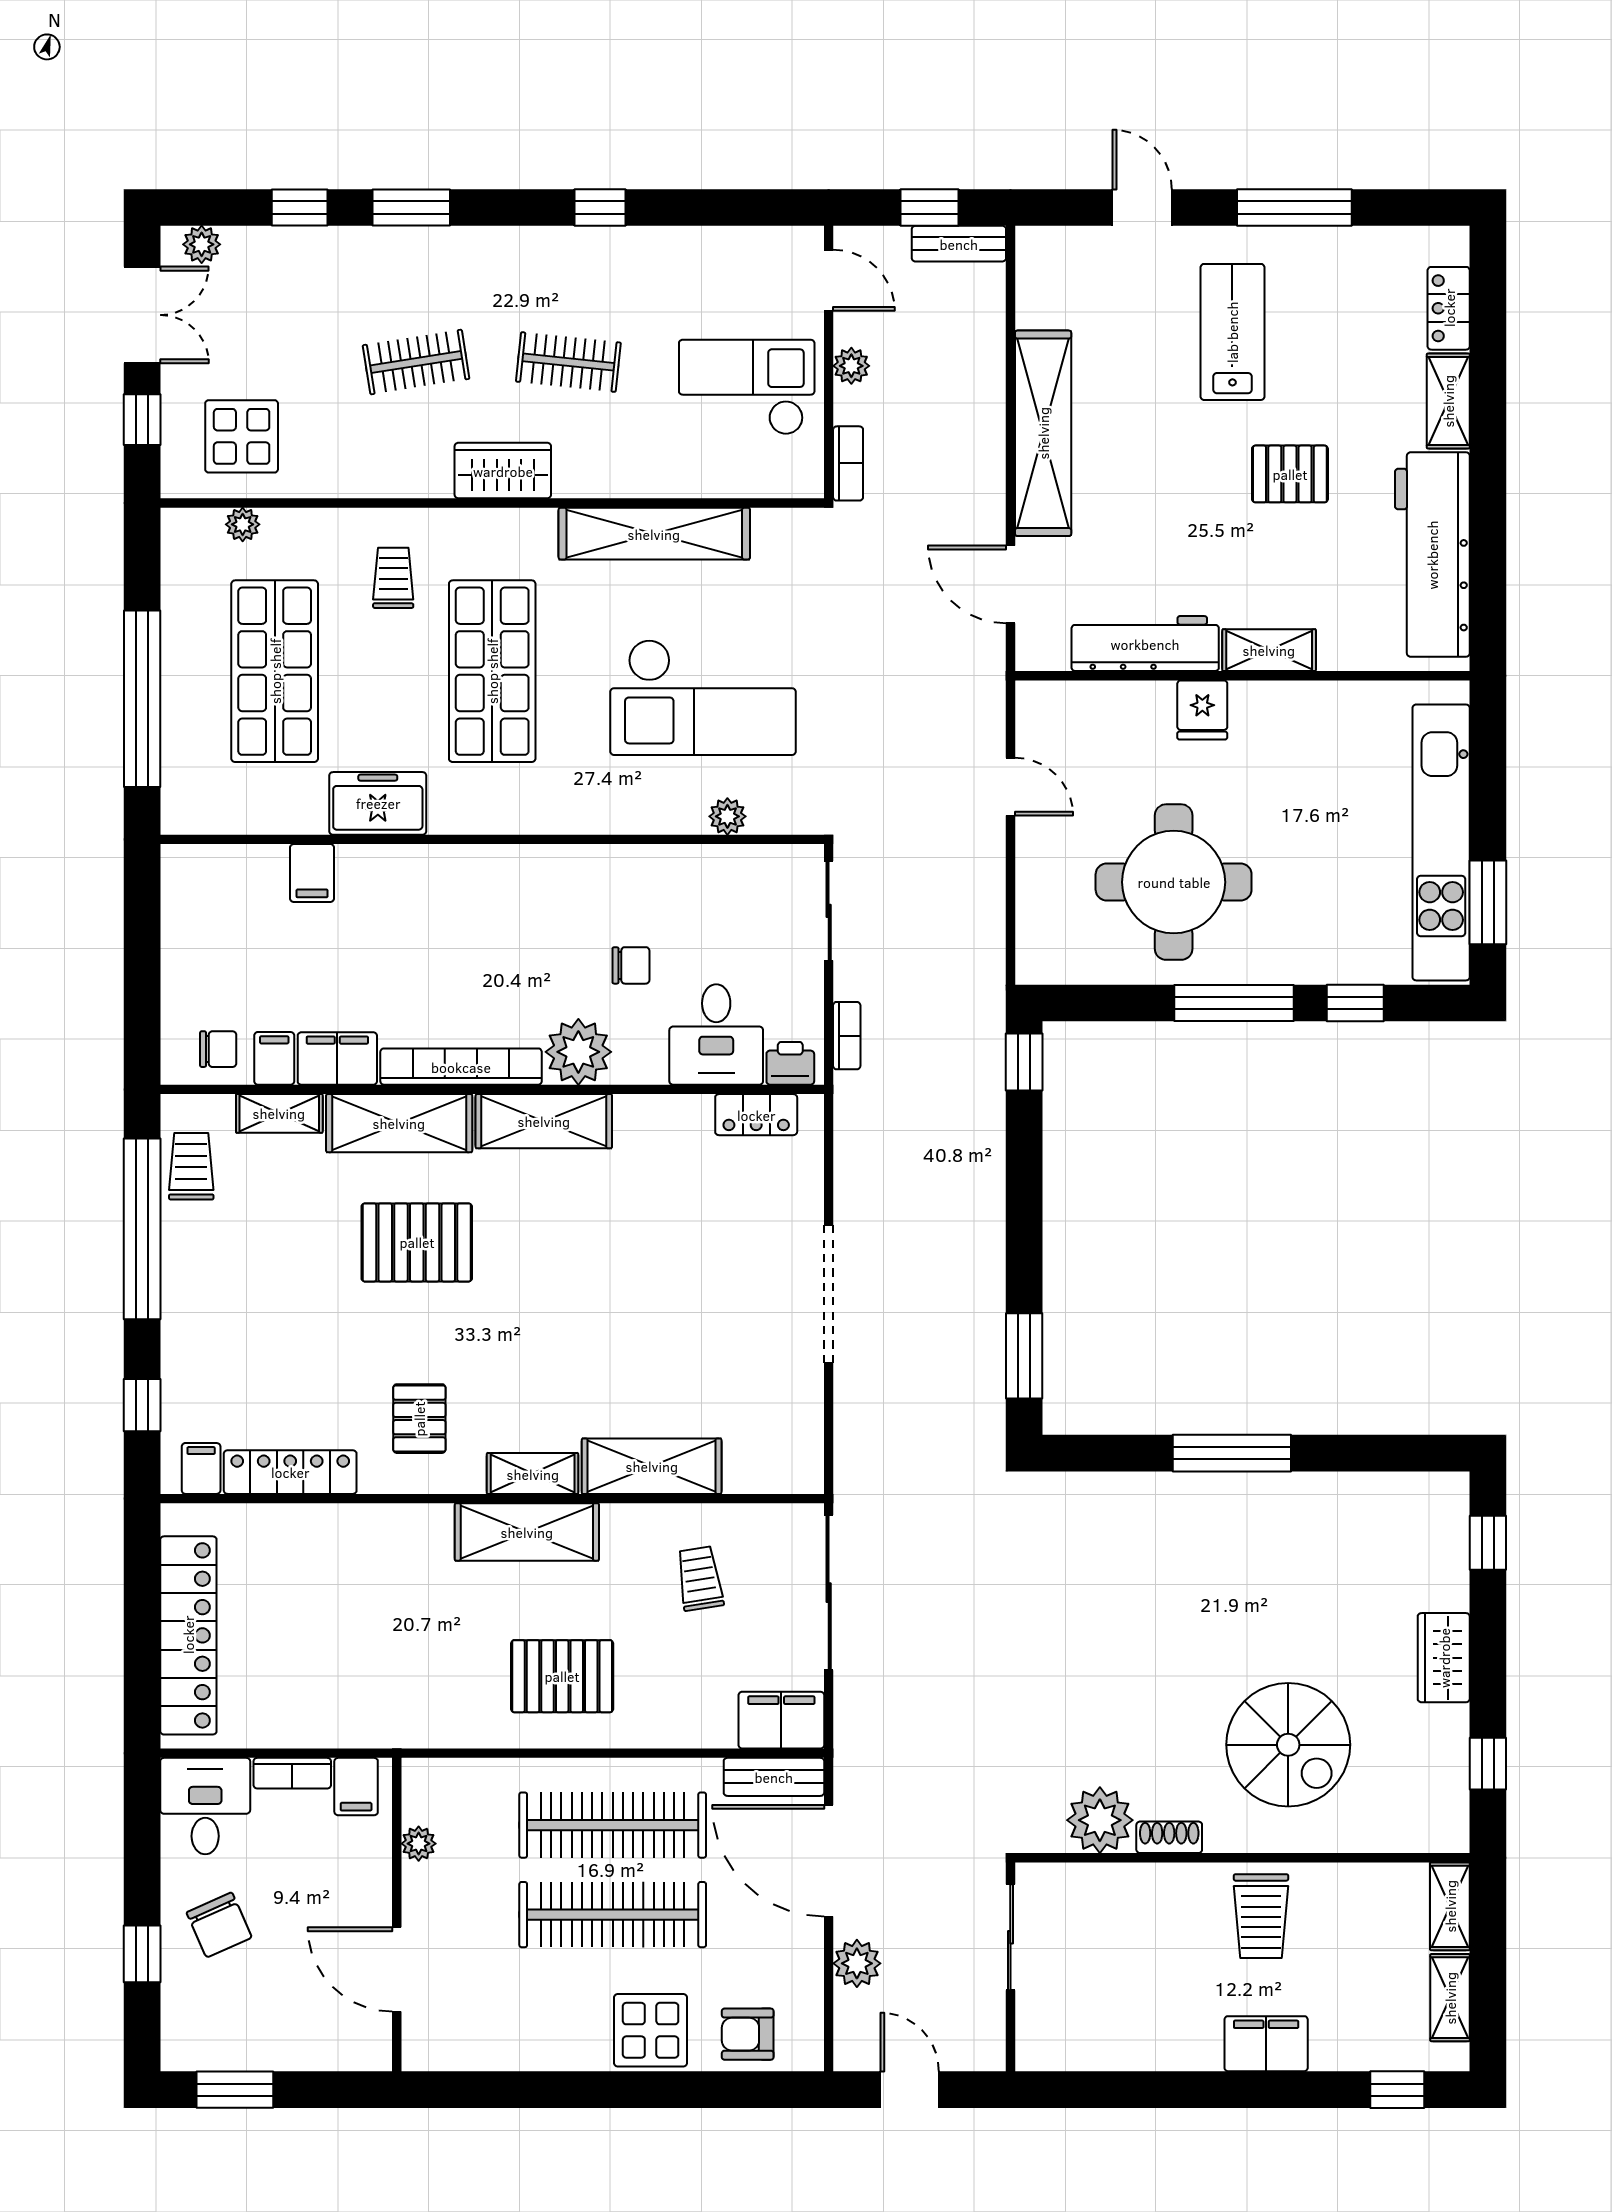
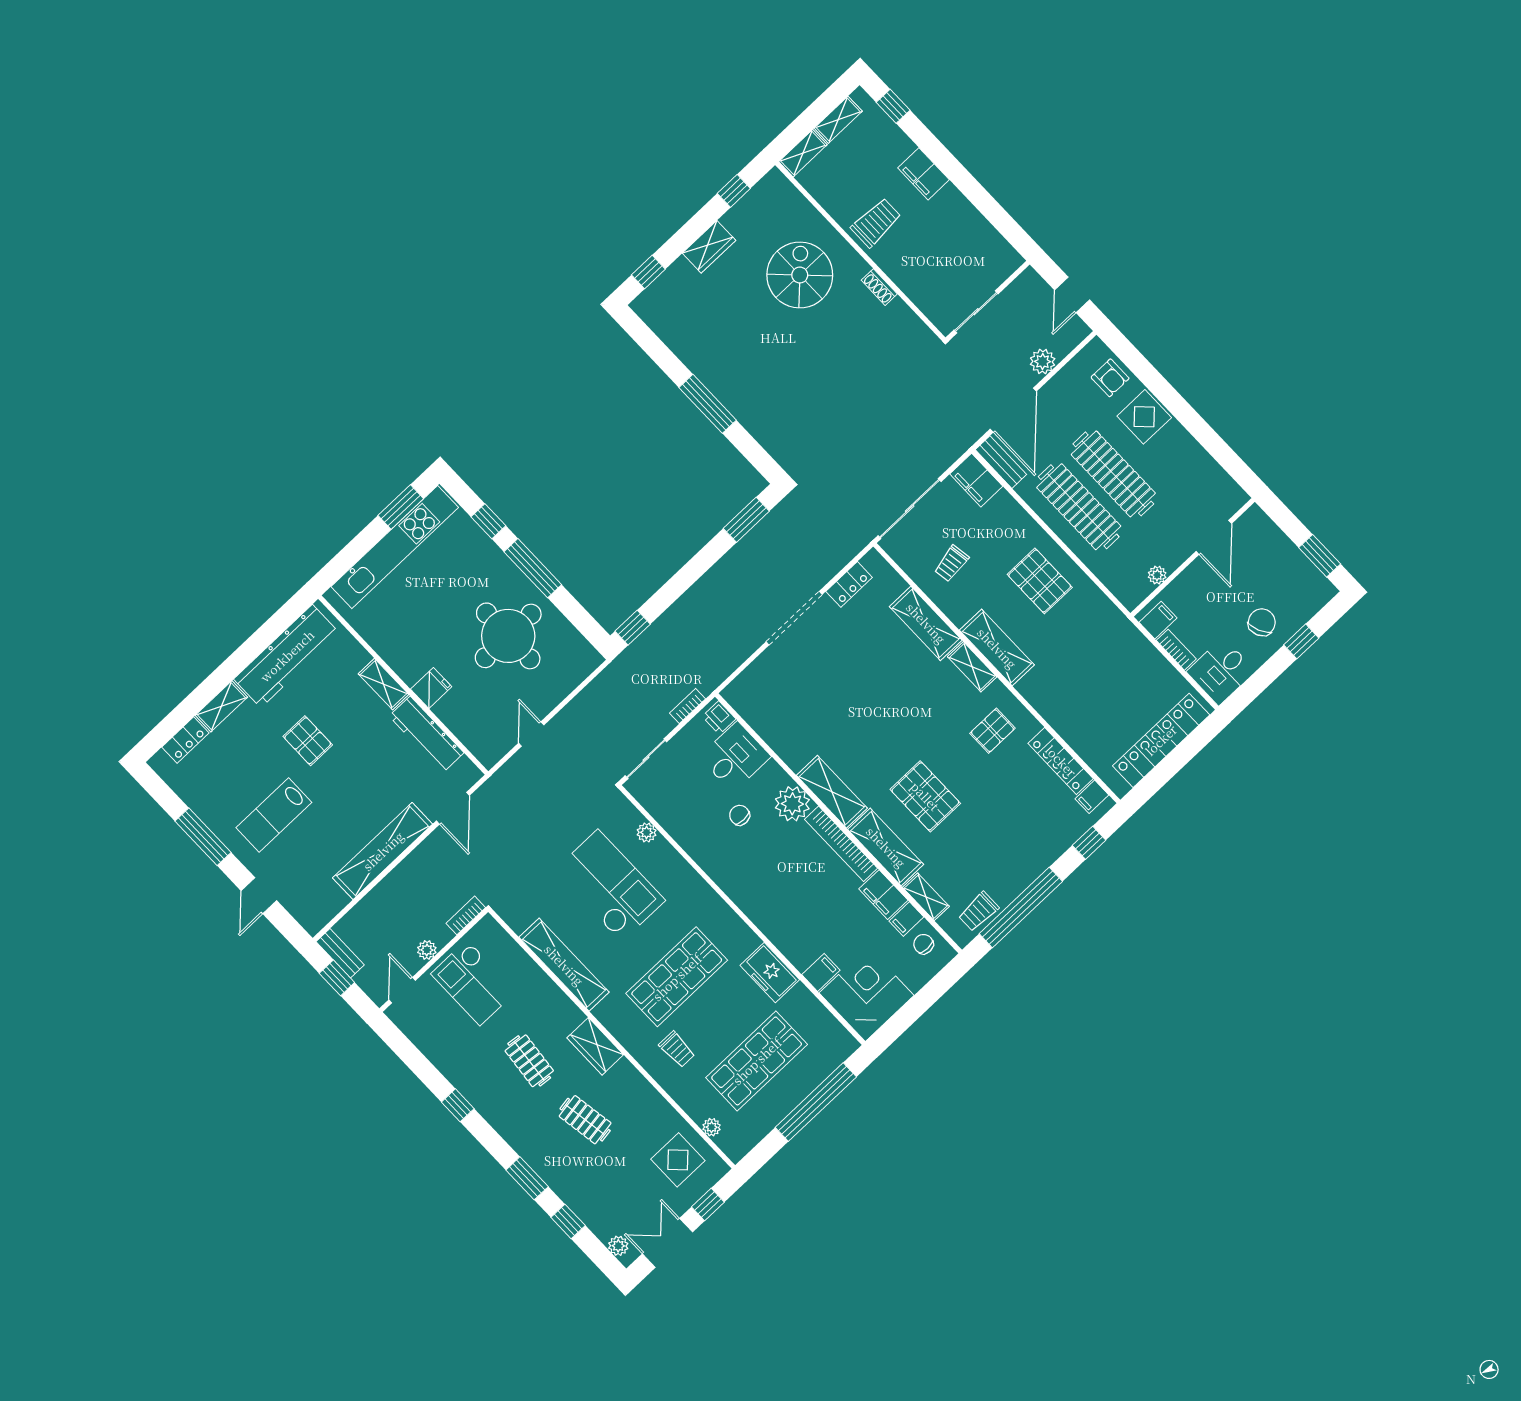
trolley: (393, 578) -> (677, 1049), turned -90
corner desk: (223, 907) -> (867, 994), added
locker: (756, 1115) -> (849, 584), moved, turned 90
plant: (1100, 1820) -> (898, 320), removed

